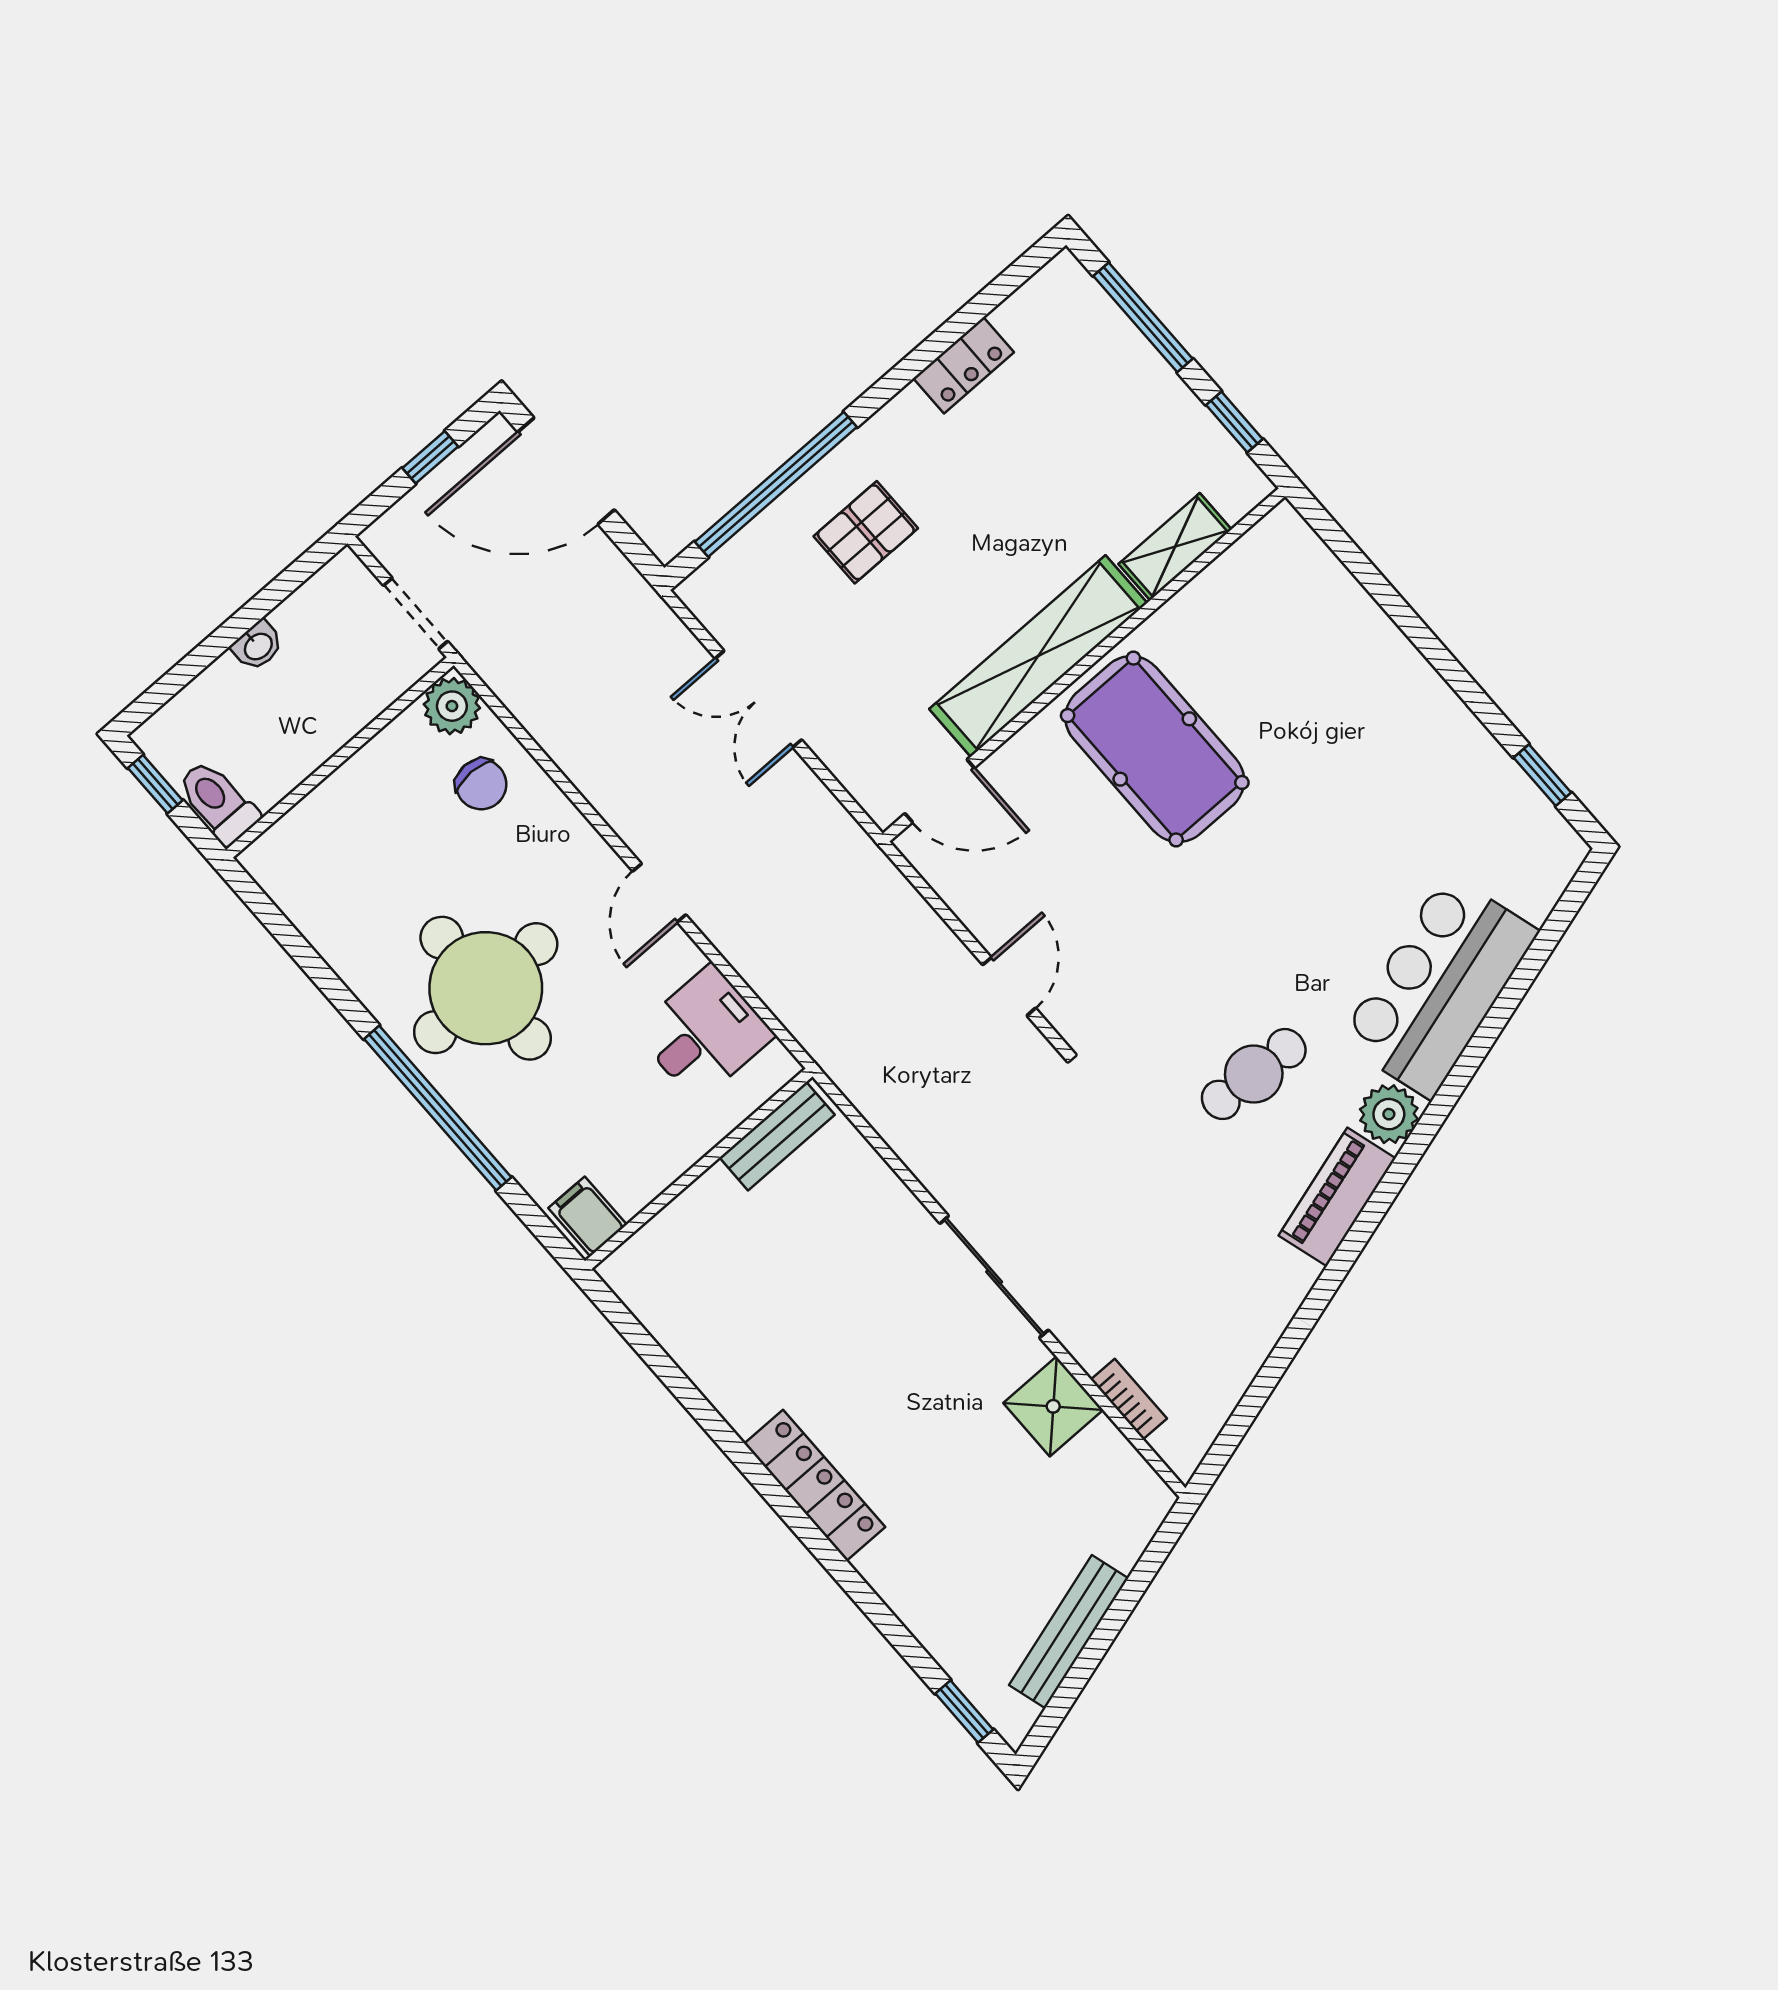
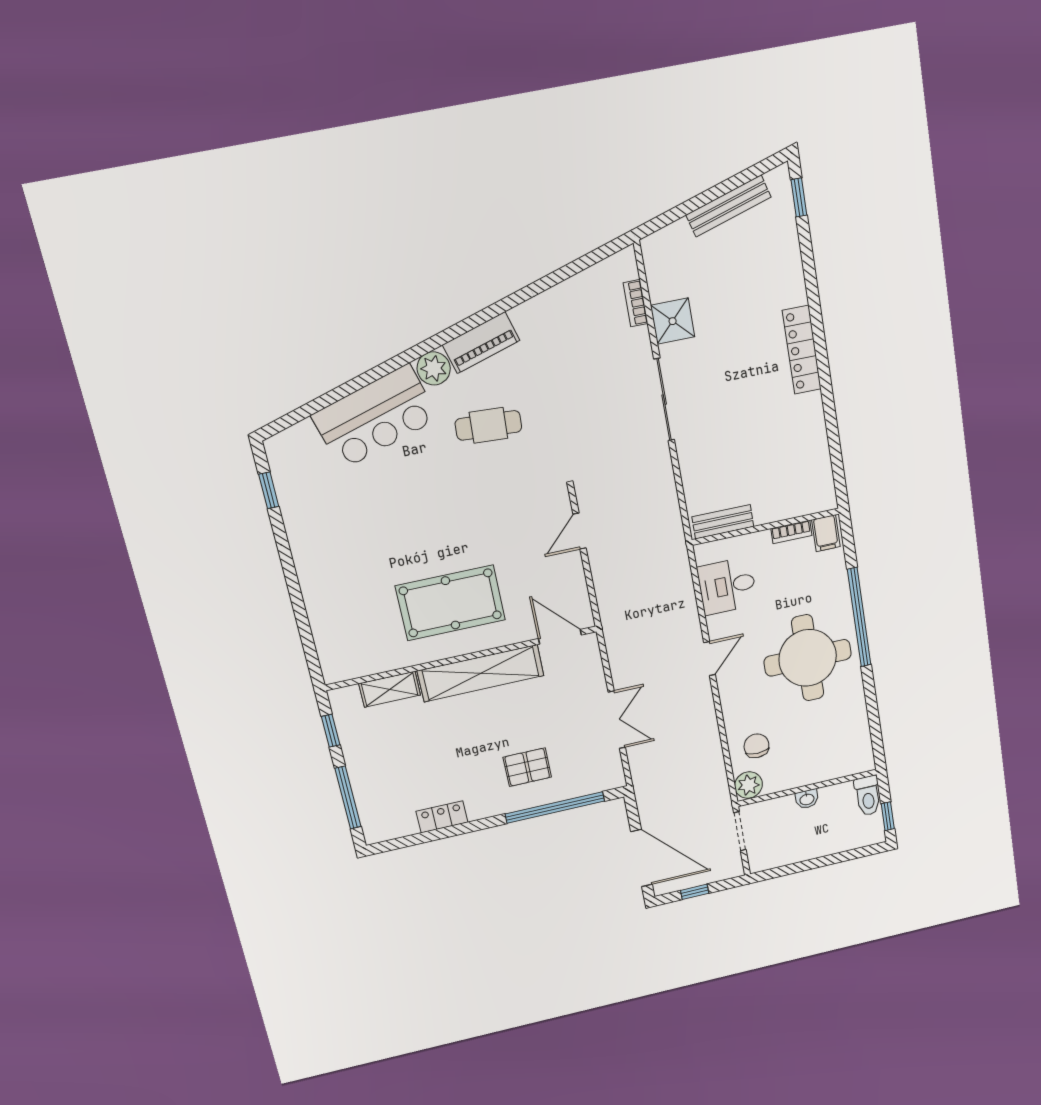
washbasin: (258, 646) -> (807, 799), moved, turned 180
pool table: (1155, 749) -> (450, 603), turned 90
bookcase: (649, 1185) -> (791, 532), added

